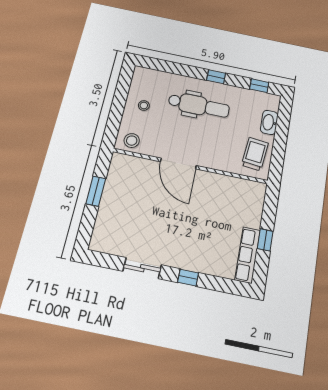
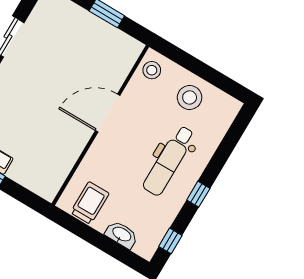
stool: (144, 105) -> (190, 98), width x1.89, depth x1.89
trolley: (255, 154) -> (90, 203), turned -96

